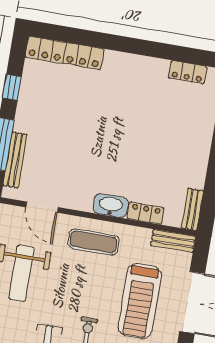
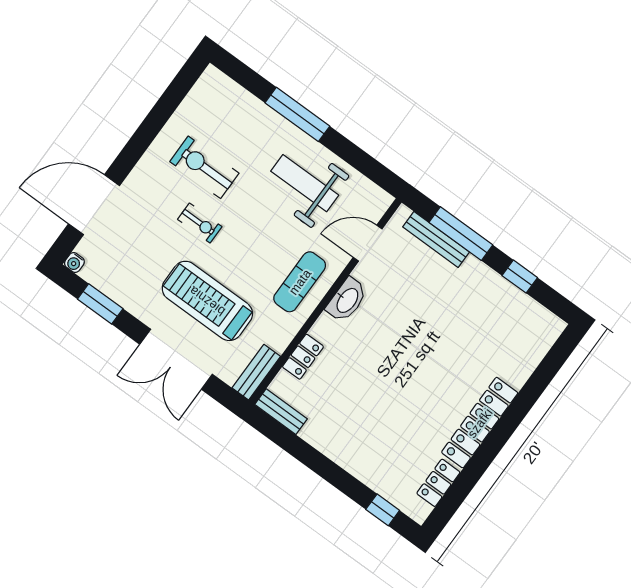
locker: (64, 53) -> (480, 423), moved
washbasin: (111, 206) -> (347, 300), moved

